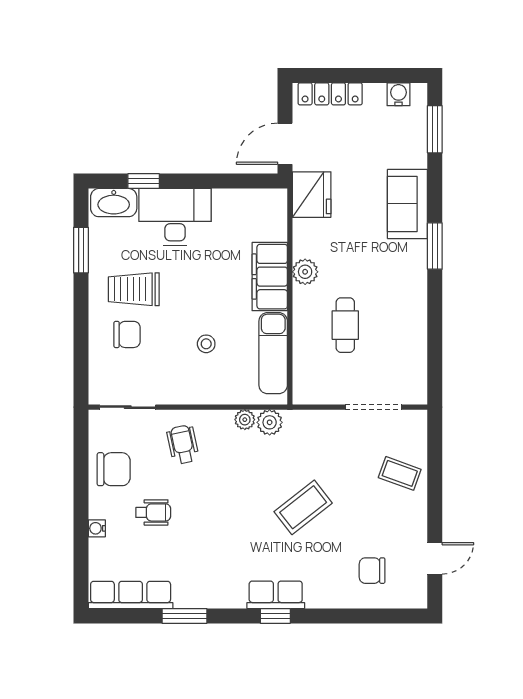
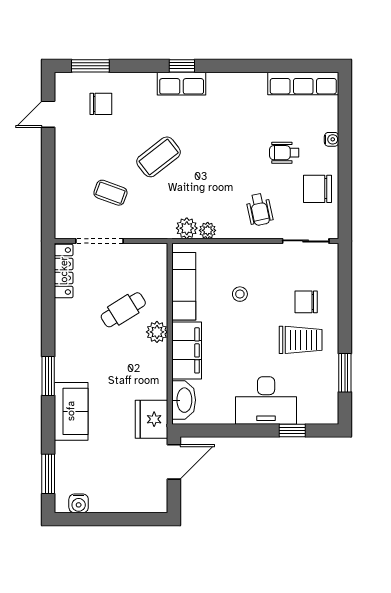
locker: (330, 94) -> (64, 271), moved, turned 90
washbasin: (114, 203) -> (184, 400), moved, turned 90
plant: (305, 272) -> (157, 332), moved
cafe table: (345, 325) -> (123, 310), turned 58
coffee table: (400, 473) -> (110, 193), moved
window: (184, 616) -> (90, 66), moved

